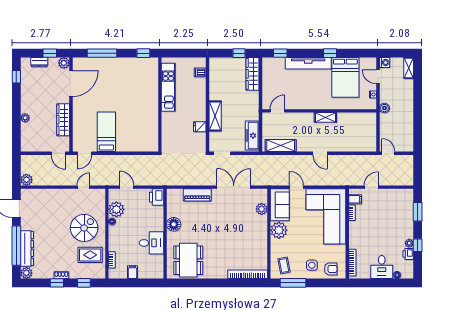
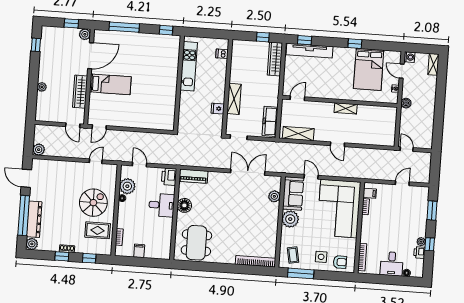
dresser: (39, 62) -> (60, 32), removed
tv unit: (308, 63) -> (309, 51), moved
bed: (106, 132) -> (110, 84), moved, turned 90
door: (371, 187) -> (402, 183), moved
piano: (197, 195) -> (193, 176), moved
desk: (151, 243) -> (162, 205), moved

